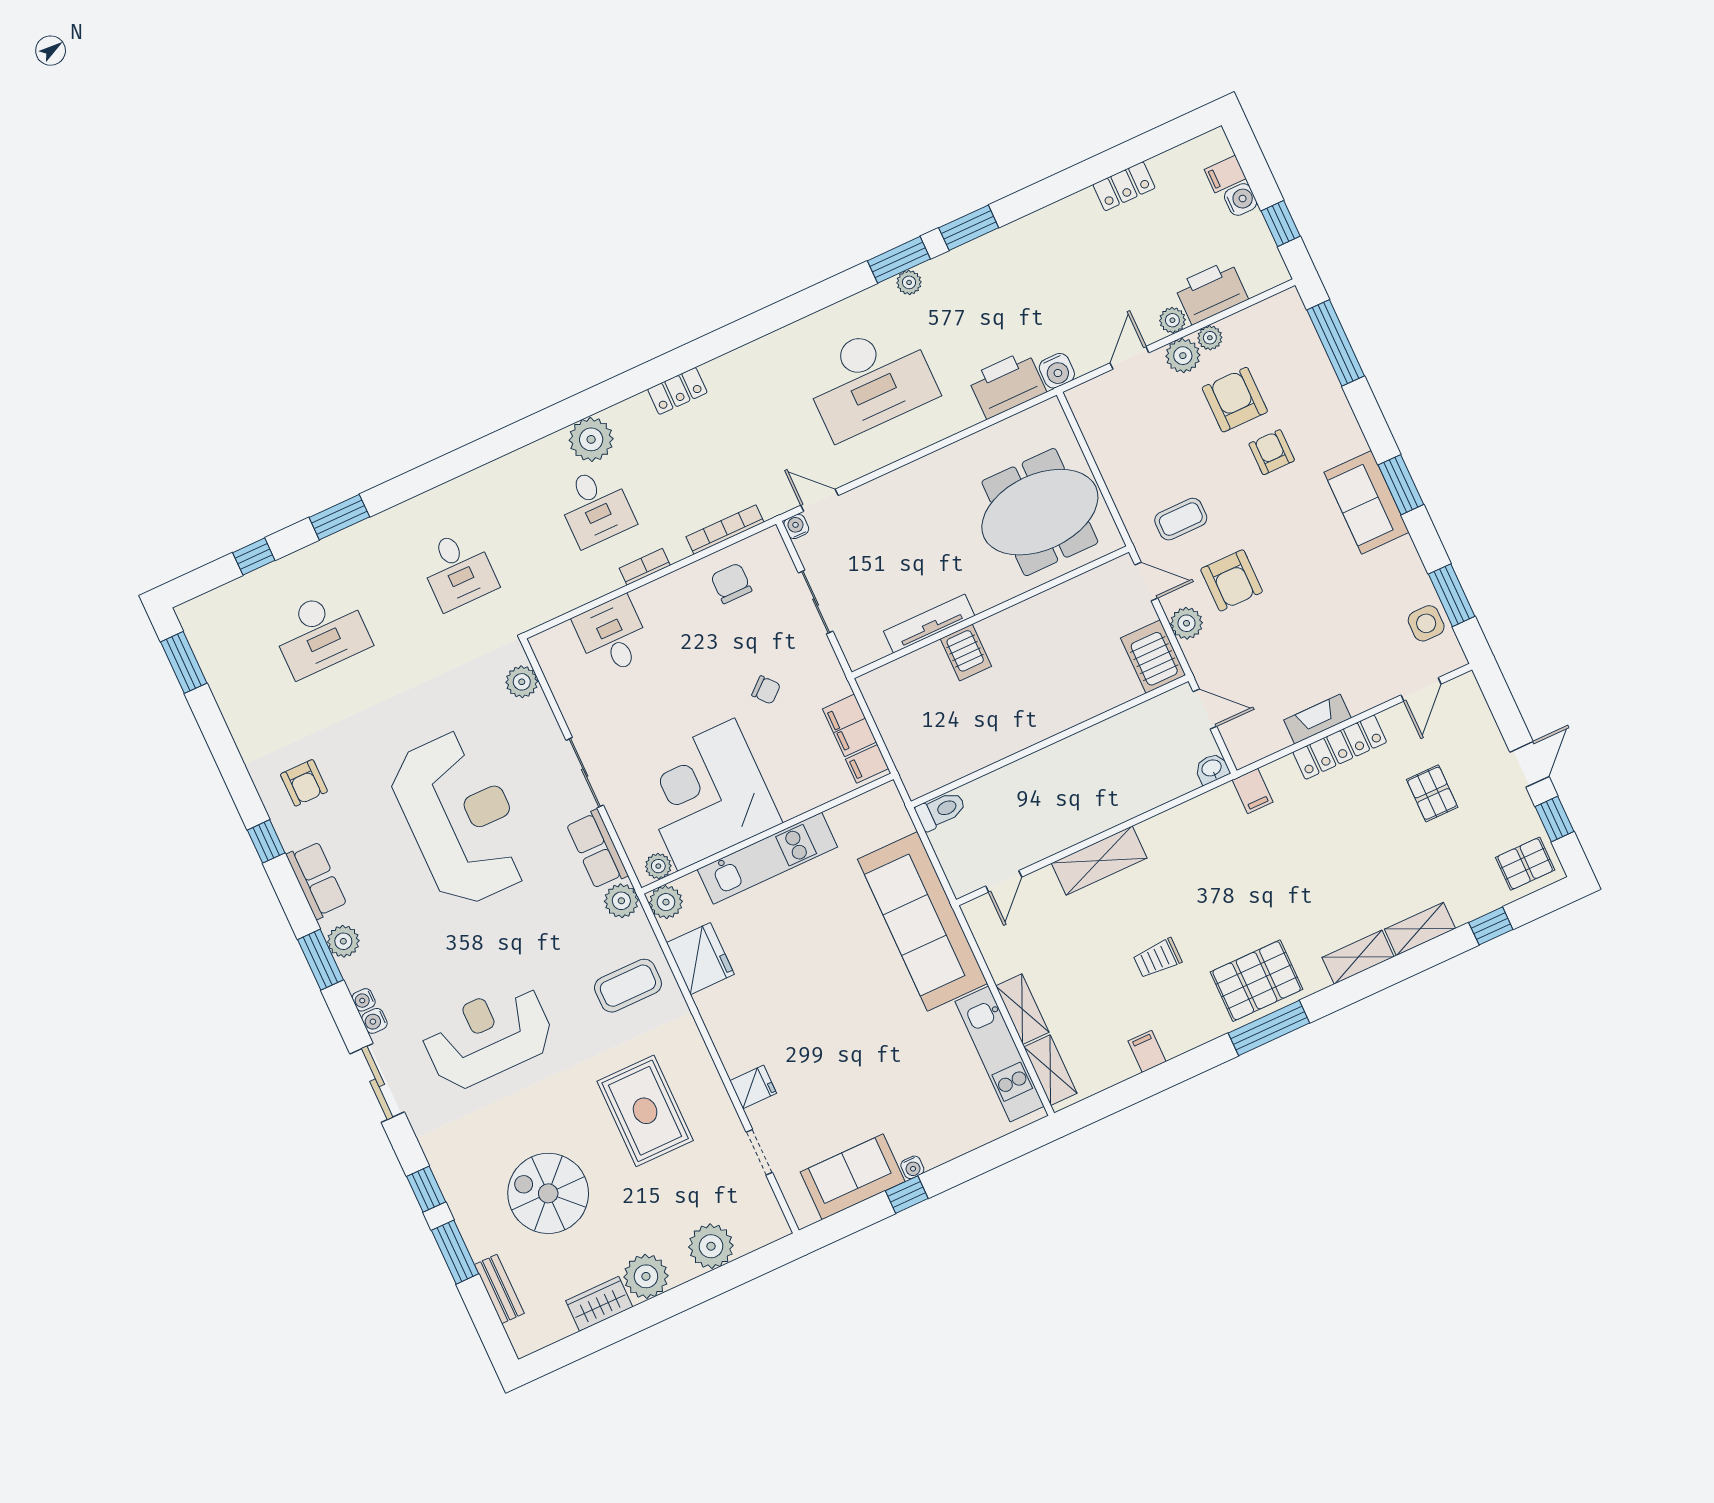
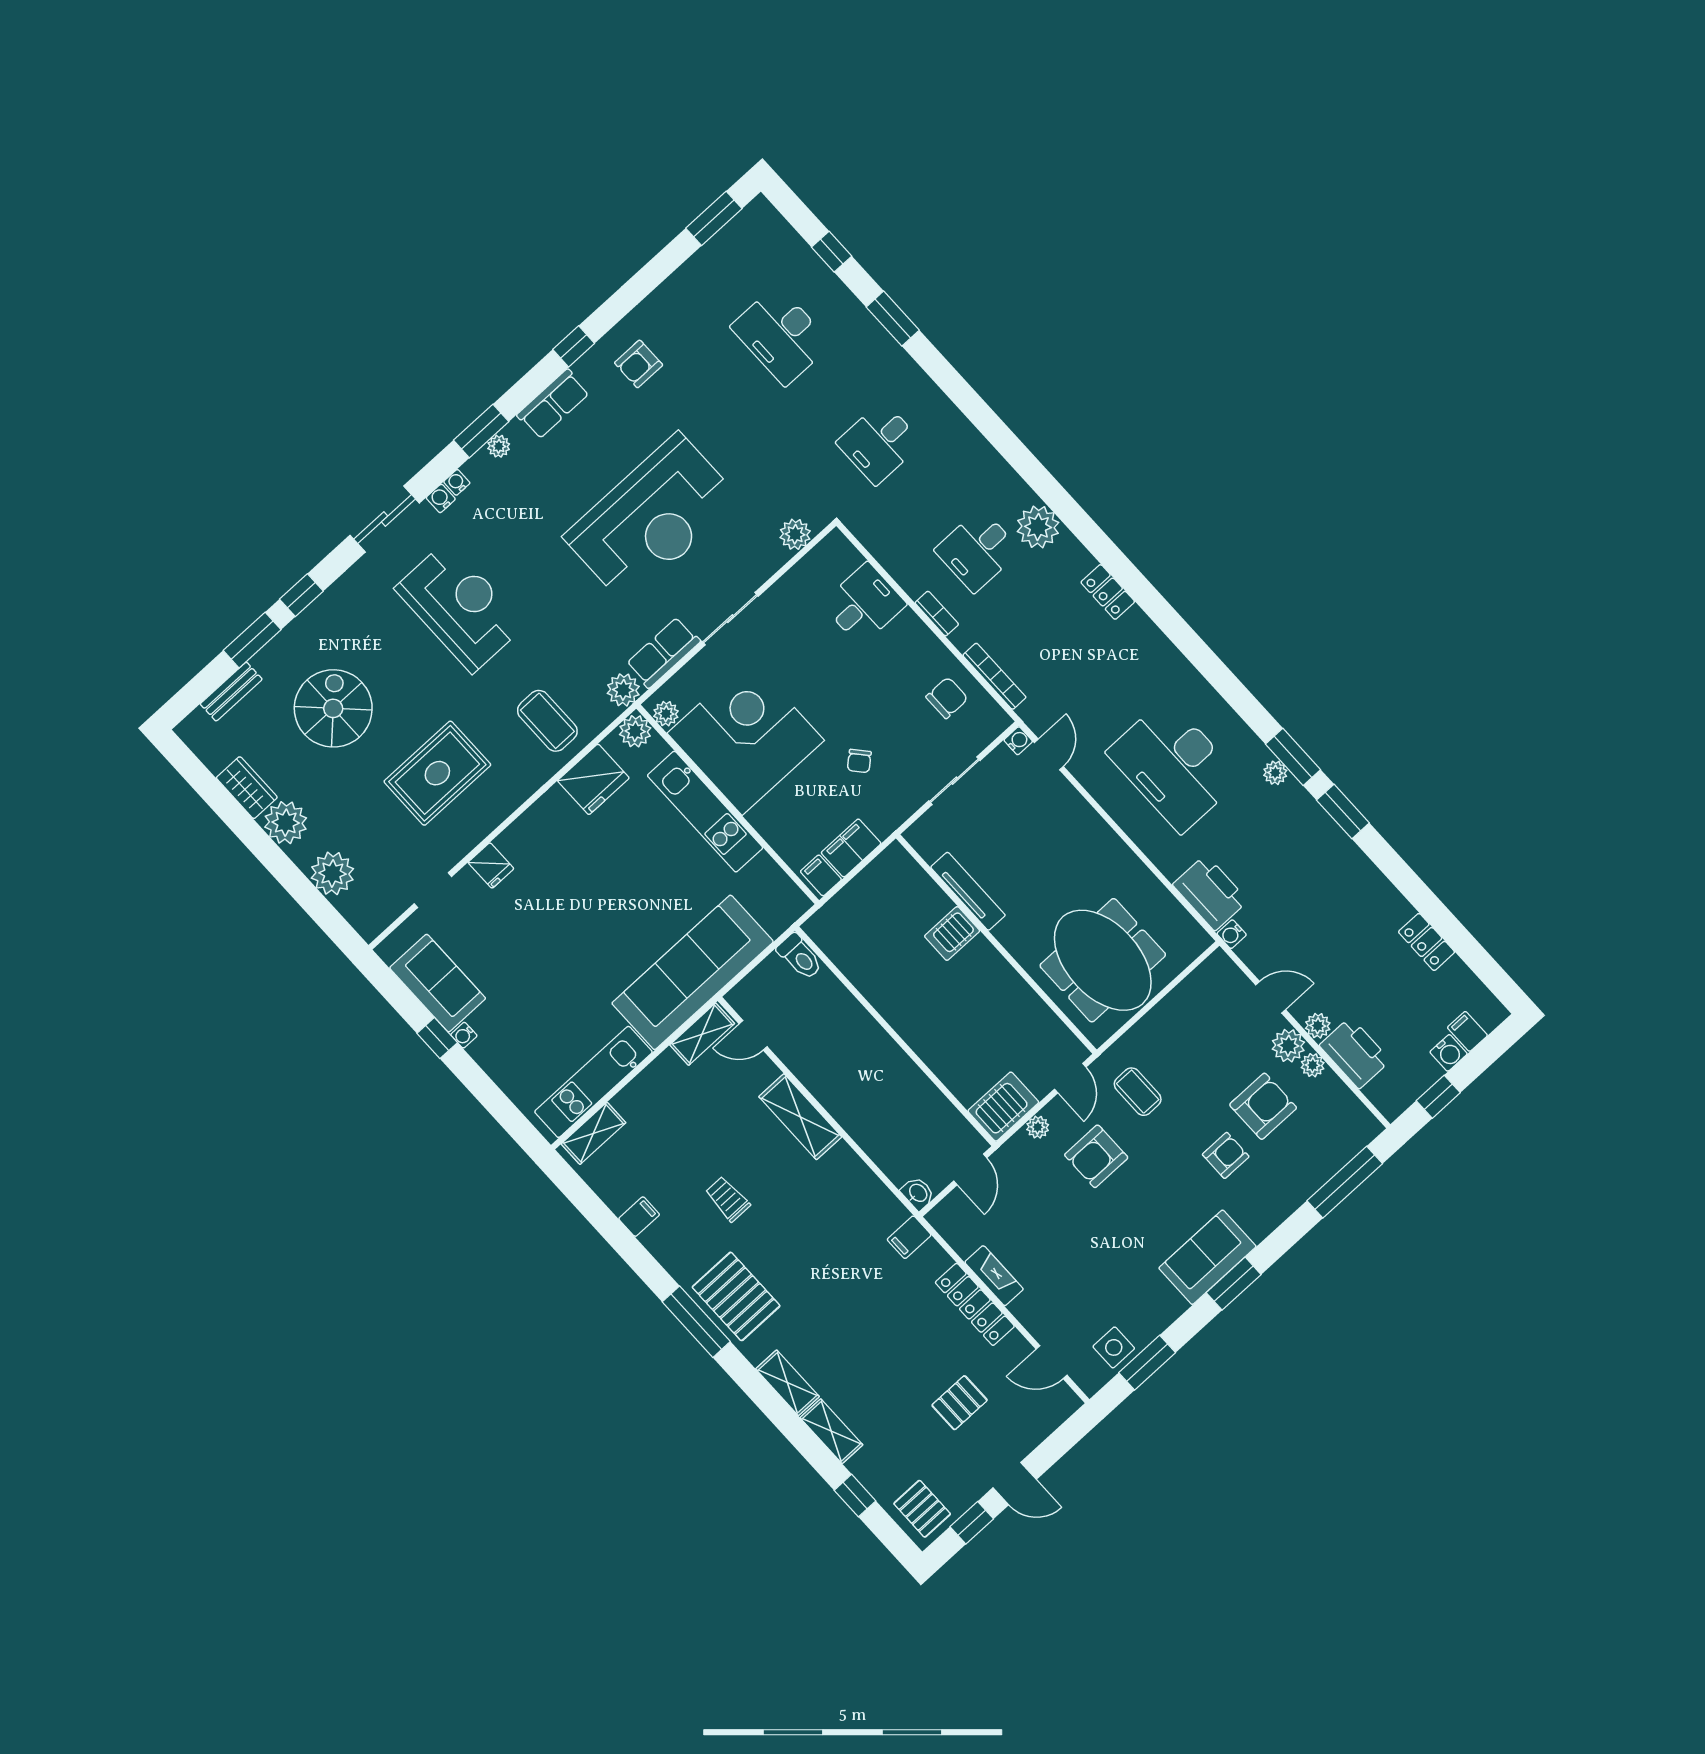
water cooler: (1057, 371) -> (1232, 934), width x0.72, depth x0.72
plant: (1187, 623) -> (1038, 1127), width x0.73, depth x0.73
plant: (343, 941) -> (499, 446), width x0.73, depth x0.73
shelving: (1022, 1009) -> (702, 1034), moved

